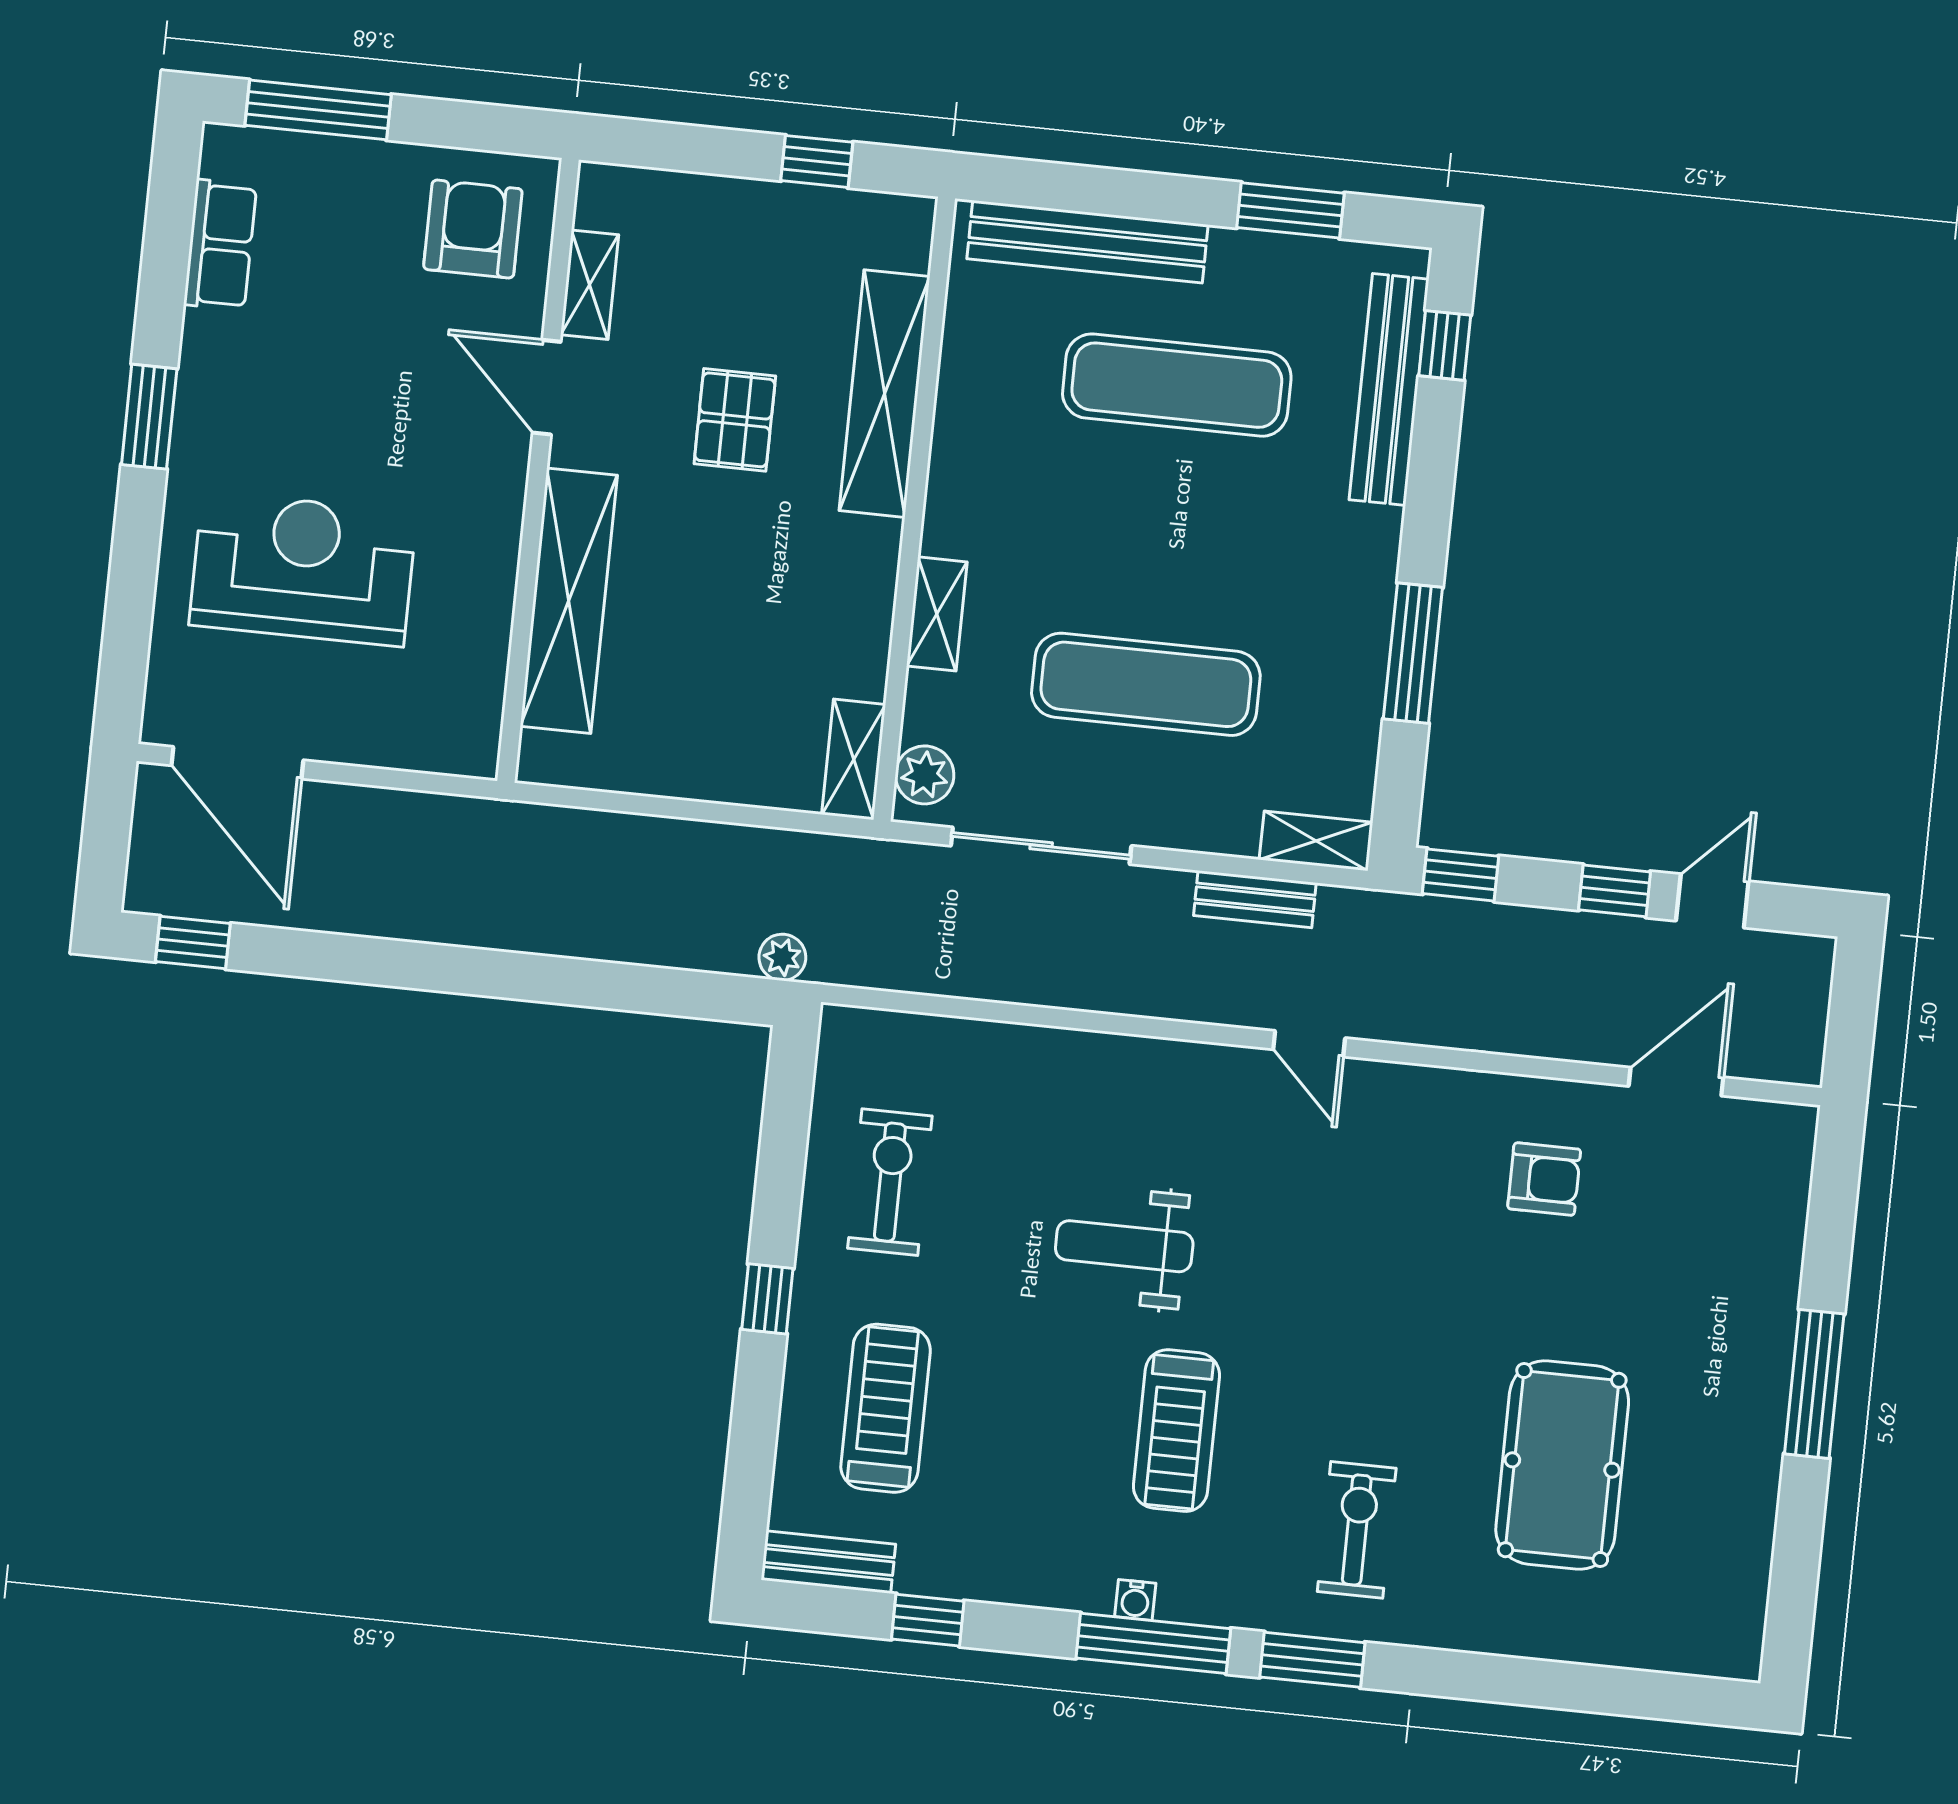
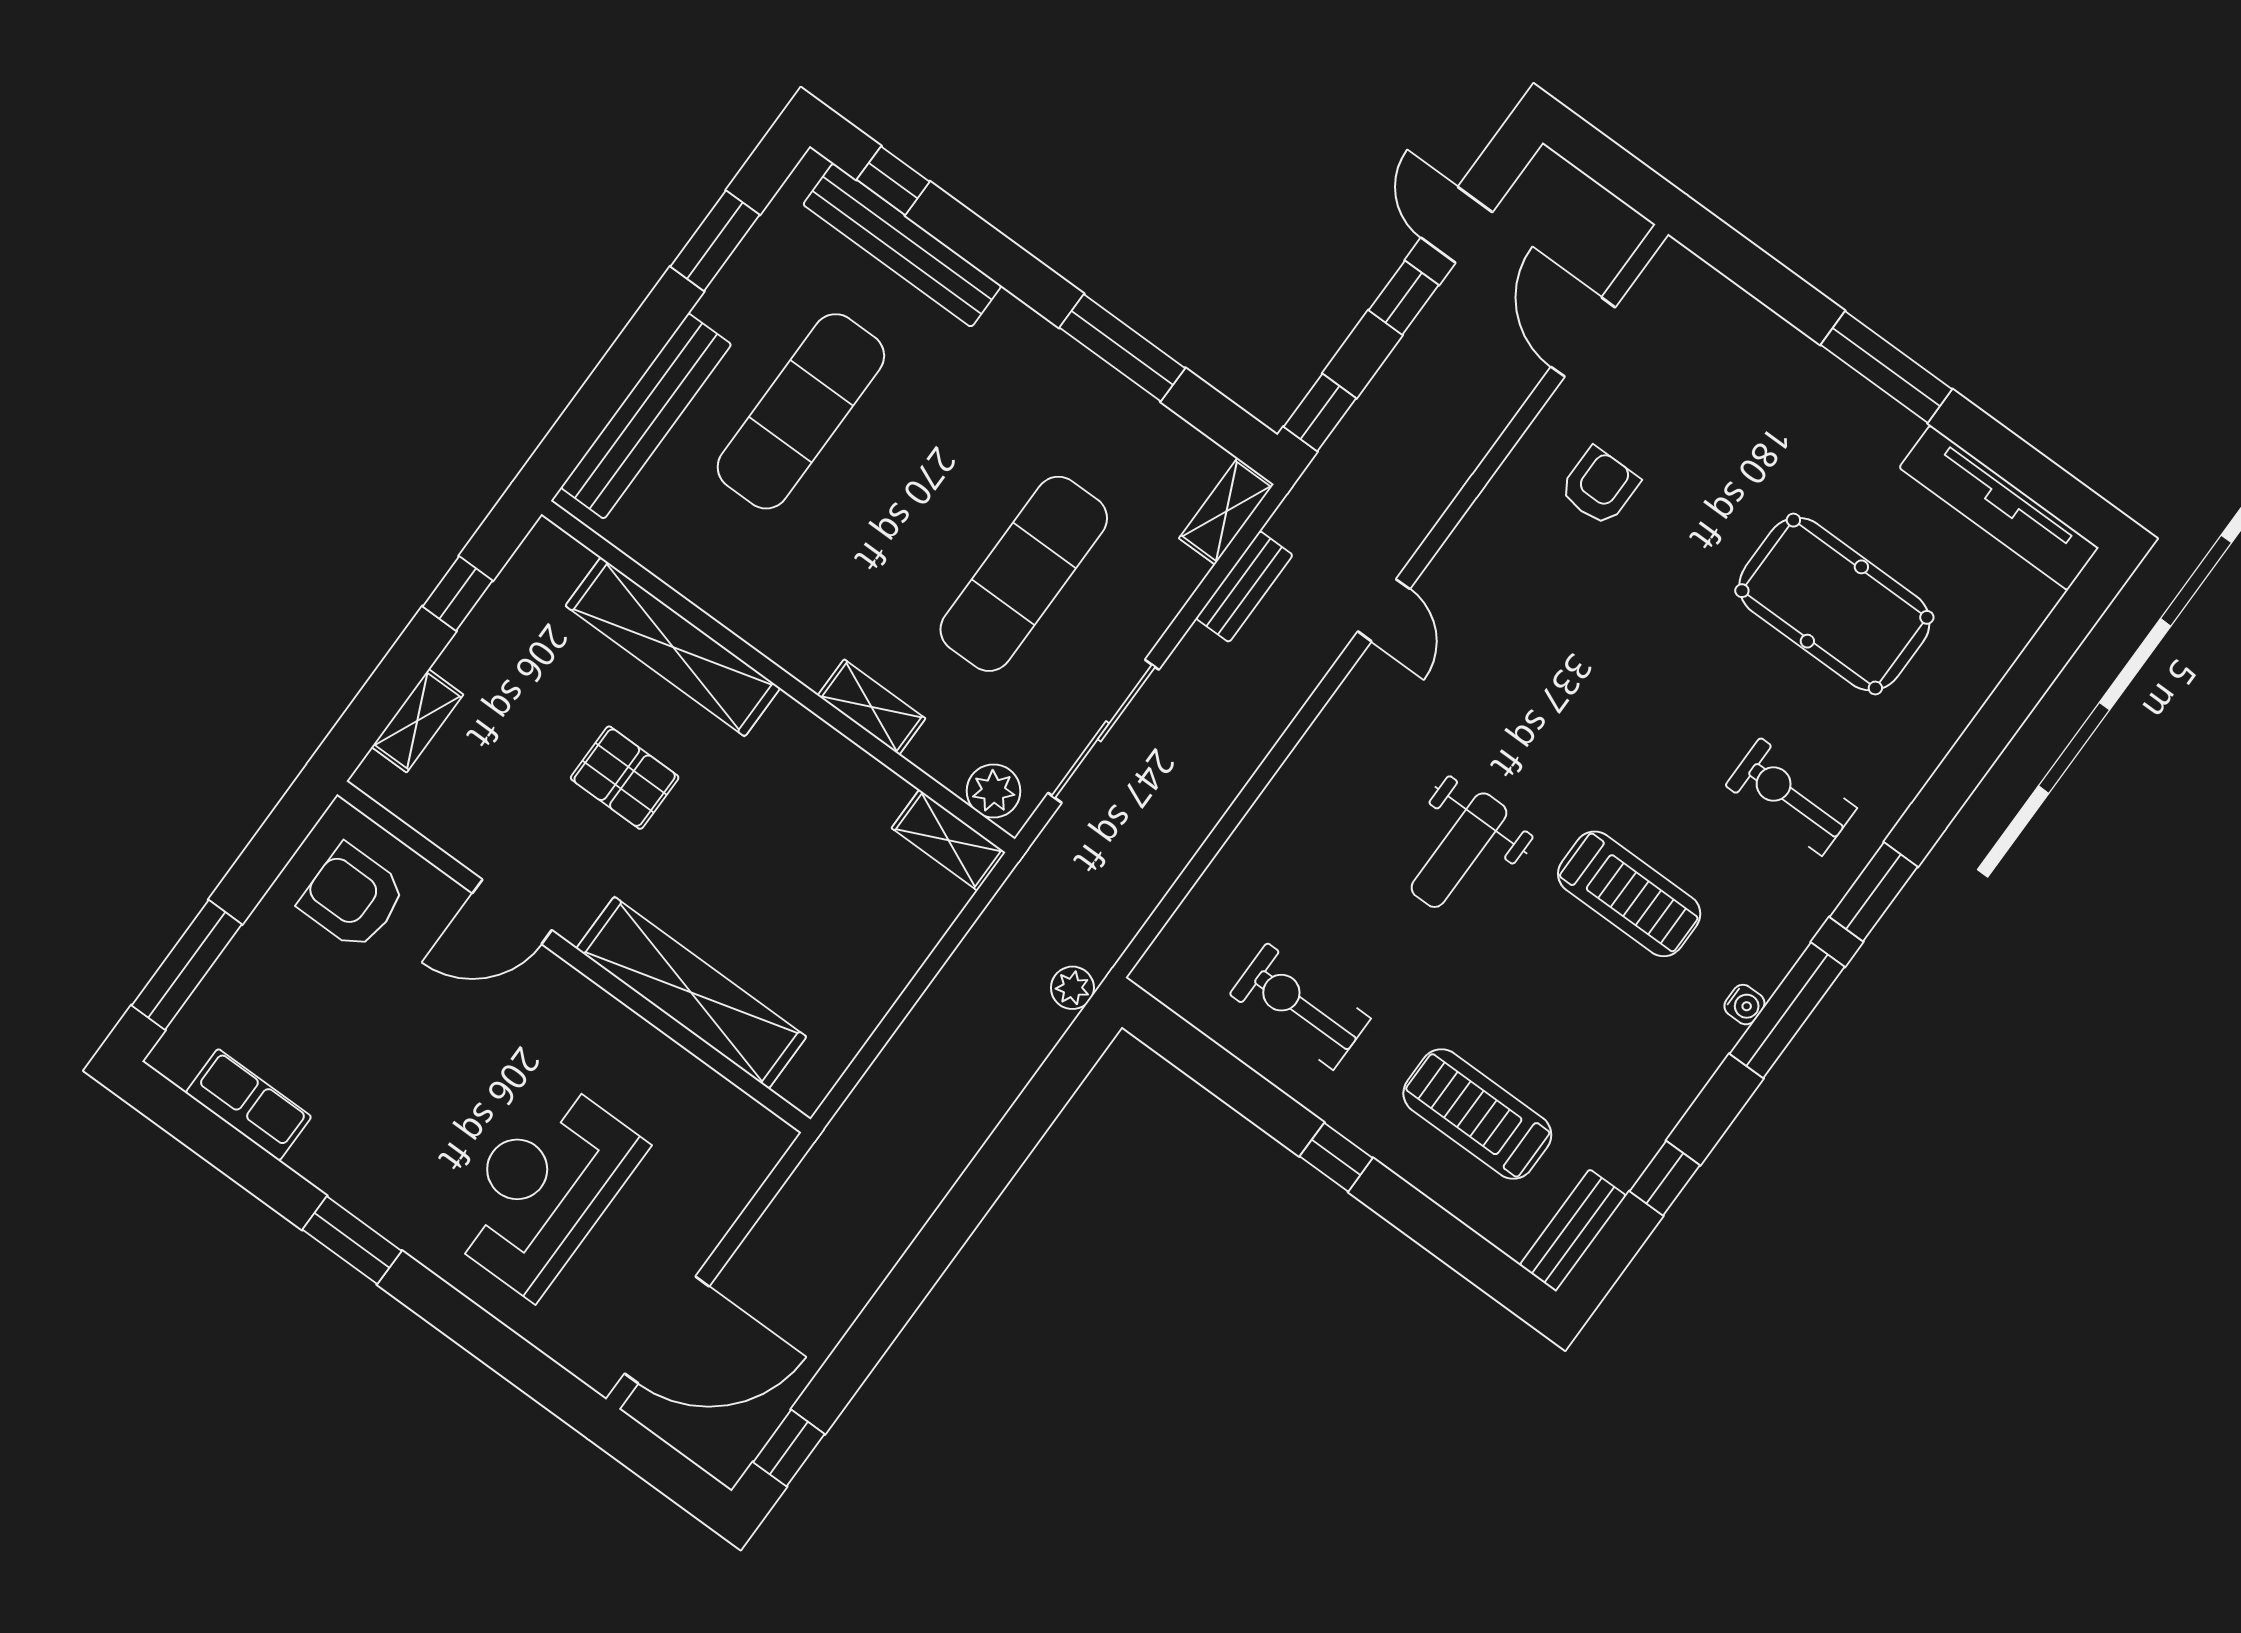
shelving: (590, 285) -> (417, 721), moved, turned 90
door: (1309, 1044) -> (1384, 610), hinge flipped
tv unit: (1743, 1567) -> (1999, 508), added

